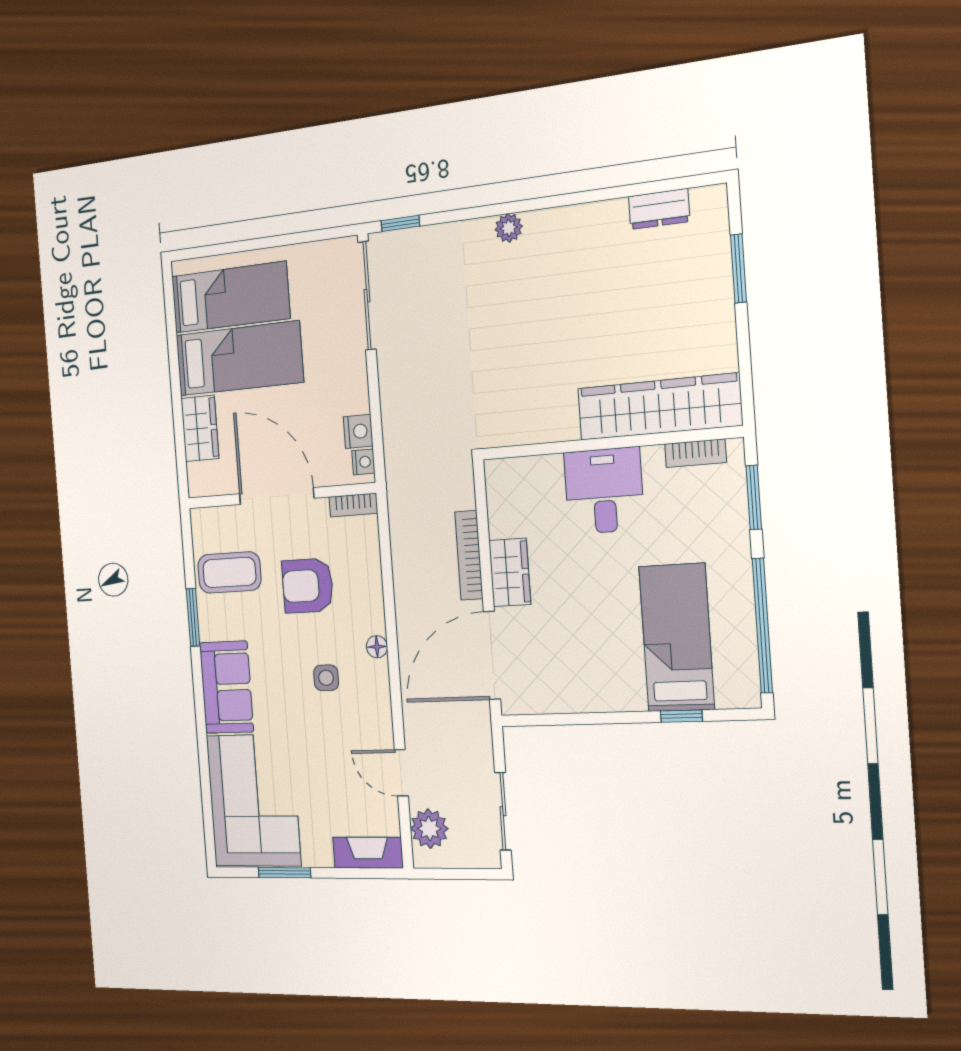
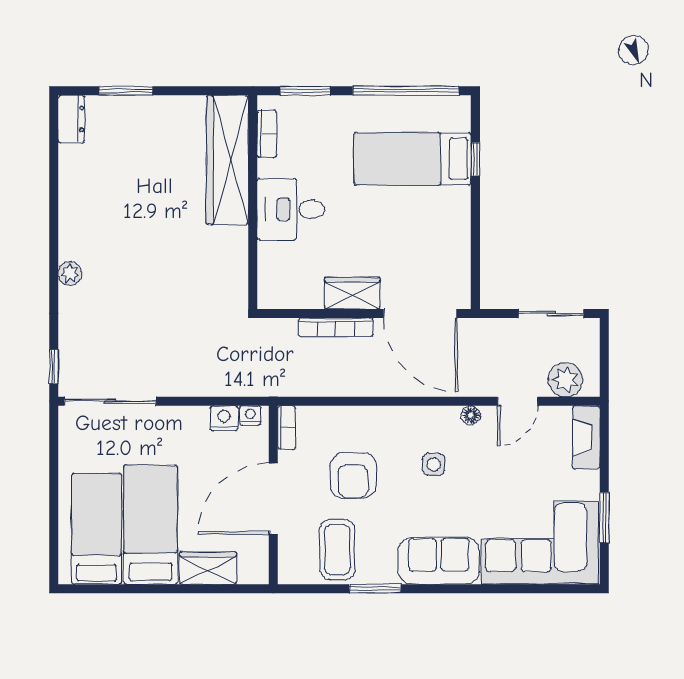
dresser: (659, 209) -> (71, 119), moved
floor lamp: (377, 647) -> (471, 415), moved

